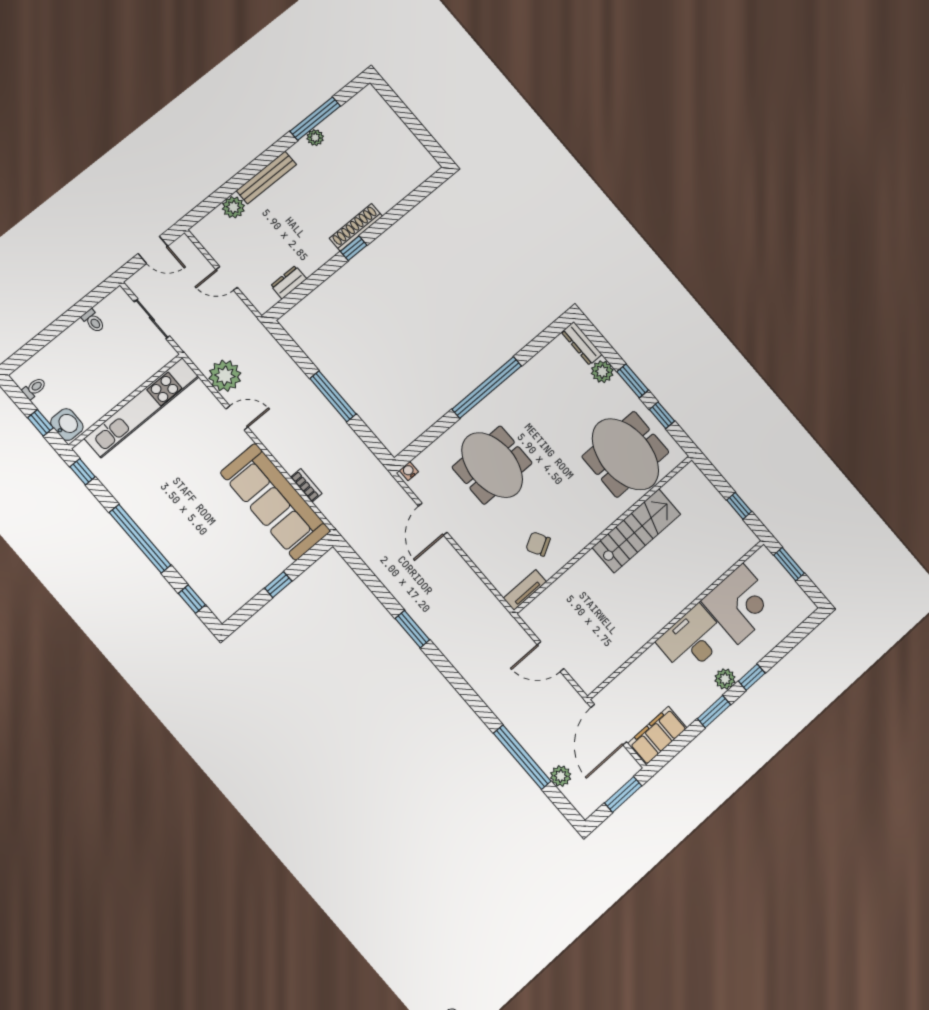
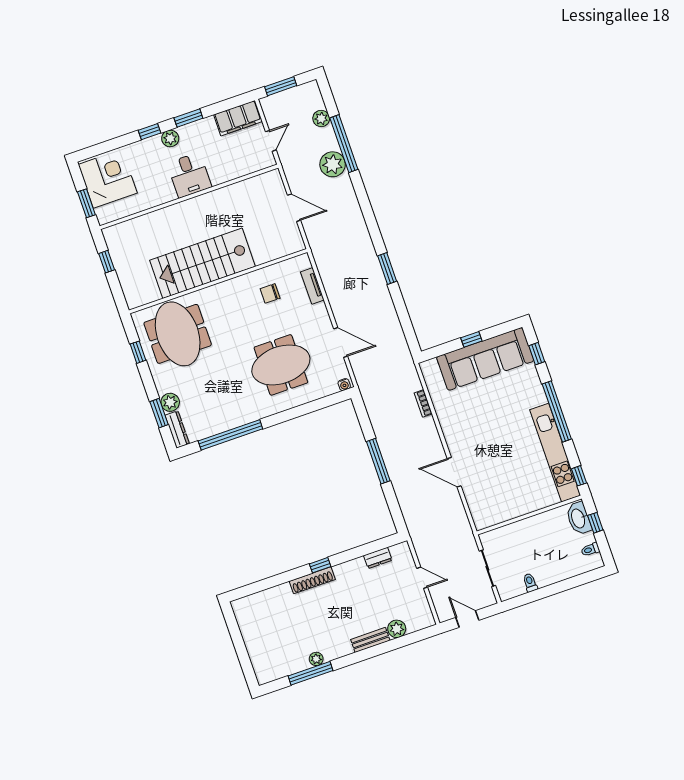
bench: (266, 178) -> (370, 640), width x0.73
plant: (225, 376) -> (333, 164), moved
window: (633, 381) -> (159, 413), moved
window: (487, 387) -> (230, 435), moved
kitchen unit: (142, 408) -> (555, 453), moved, turned -90
door: (237, 418) -> (454, 472), width x1.38
washbasin: (67, 425) -> (579, 518), width x1.38
meeting table: (492, 465) -> (281, 365), turned 90
sofa: (275, 502) -> (485, 359), moved, turned 90
door: (433, 519) -> (341, 342), hinge flipped
stairs: (636, 531) -> (202, 263), width x1.36, depth x1.51
chair: (538, 544) -> (270, 293), turned 119
tv unit: (525, 590) -> (312, 286), moved, turned 90
corner desk: (740, 604) -> (108, 179), moved, turned 90
desk: (692, 640) -> (189, 175), width x0.73
door: (609, 725) -> (271, 141), width x0.53

